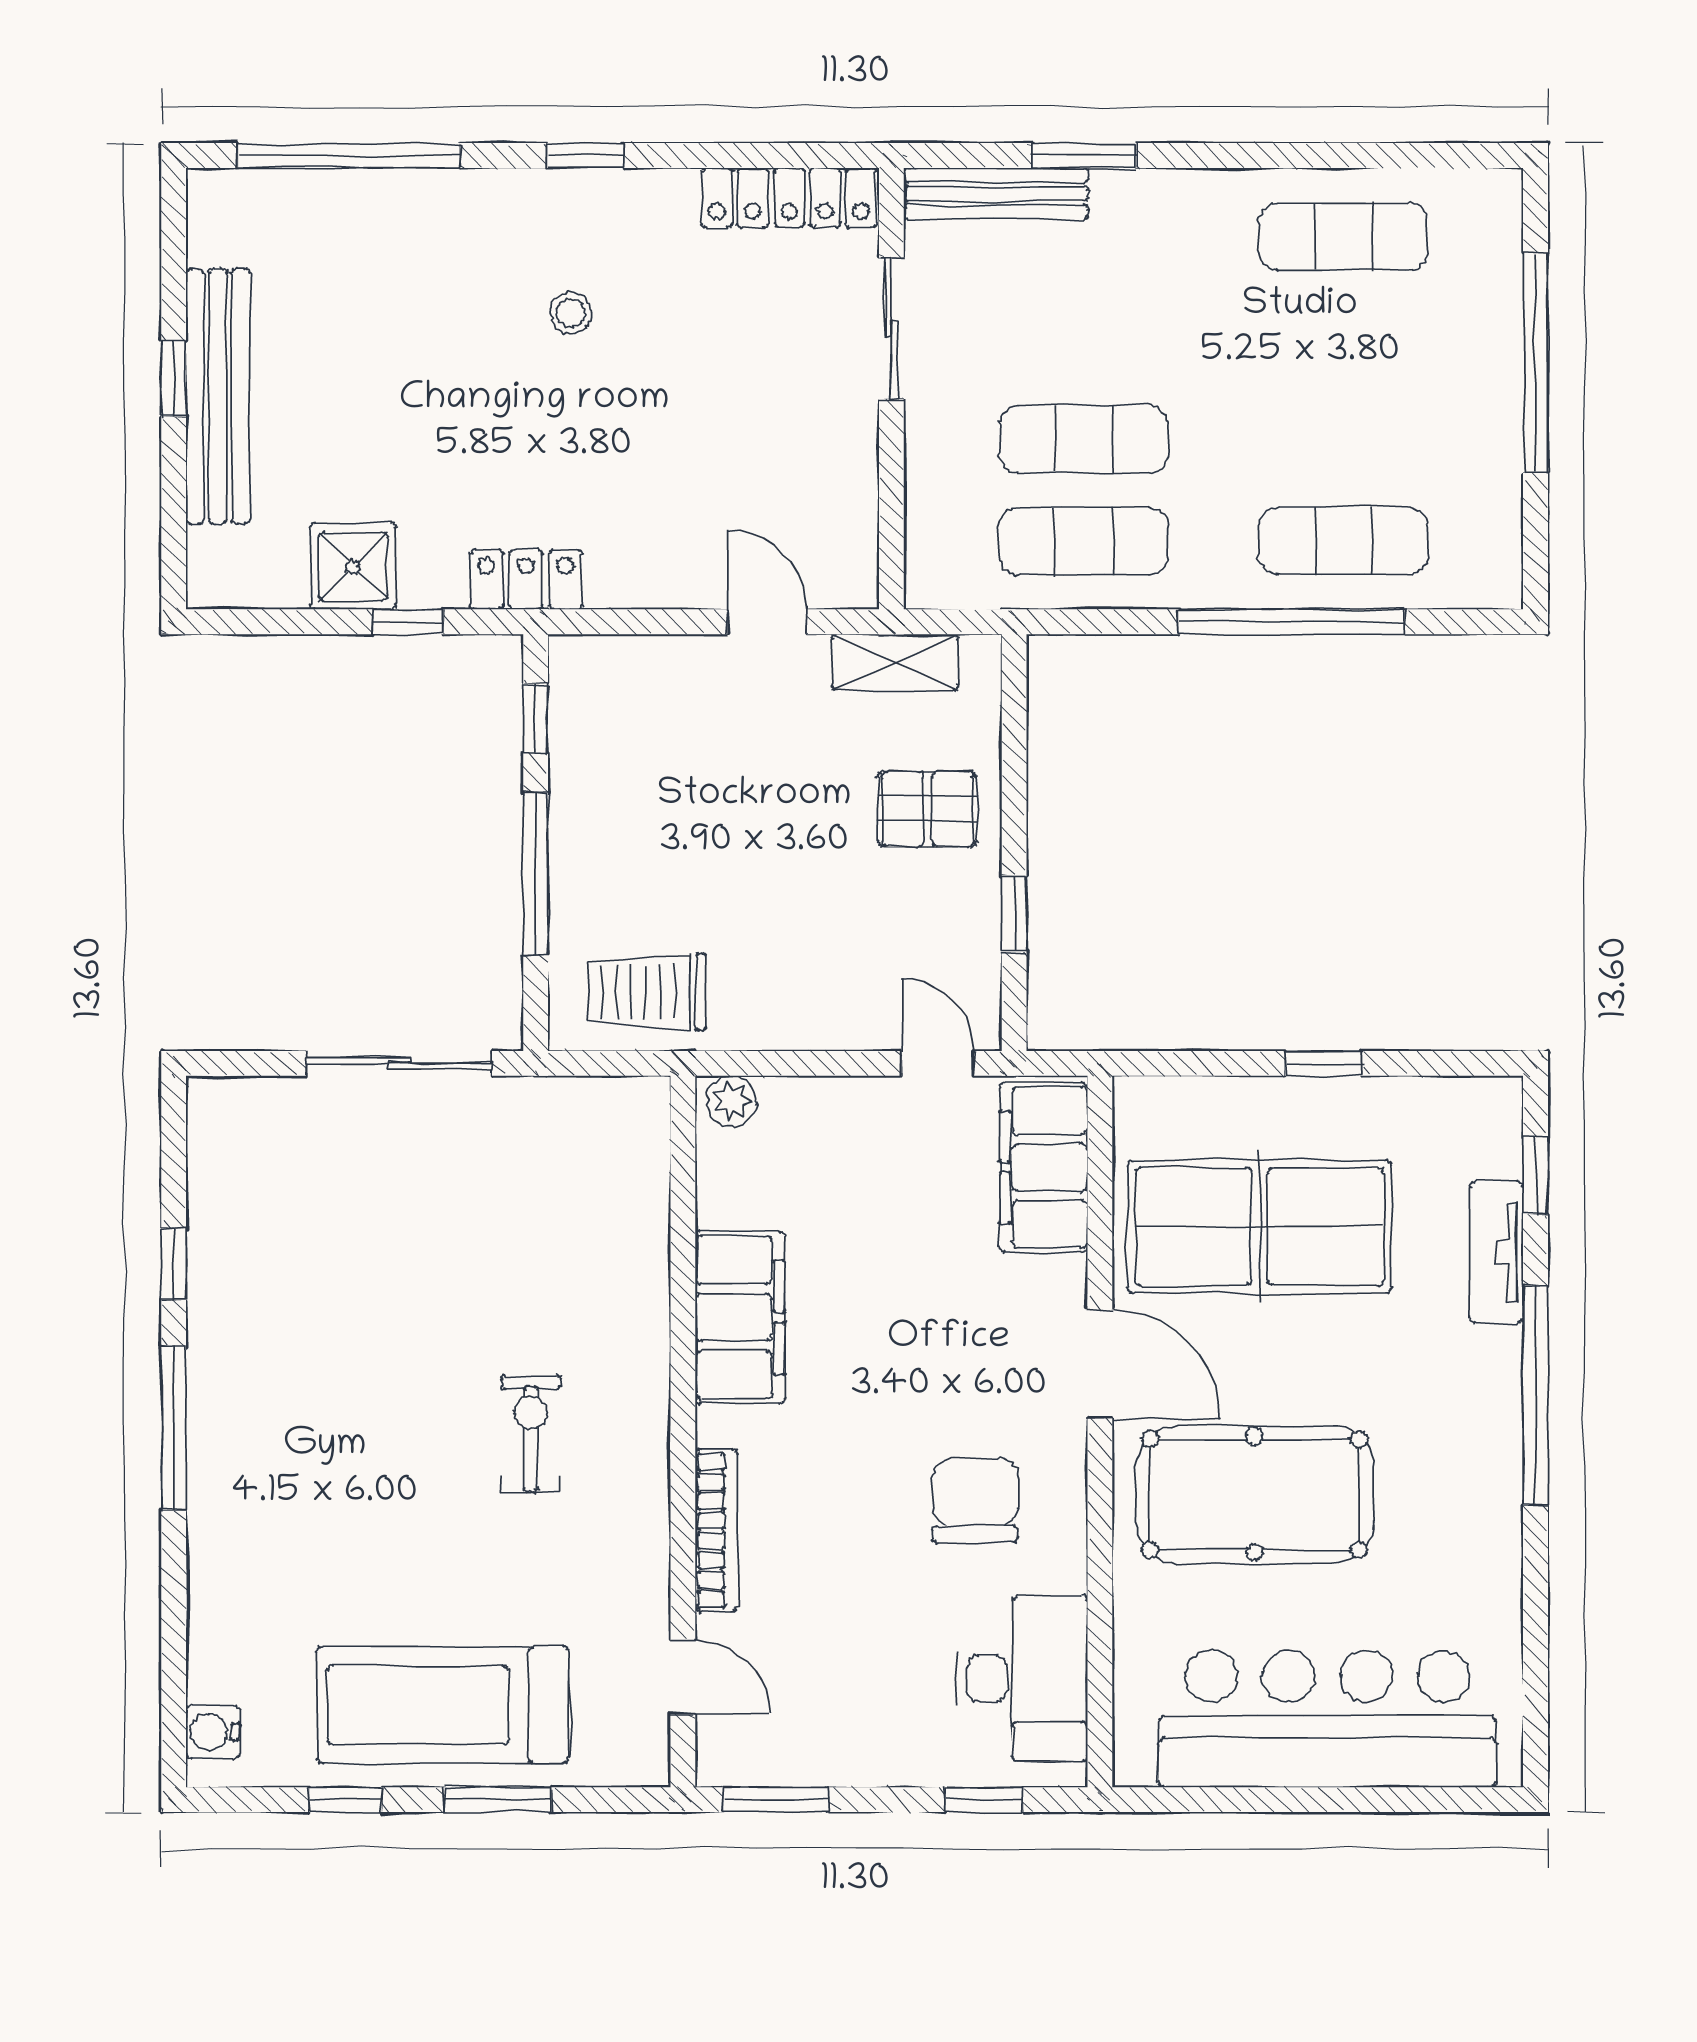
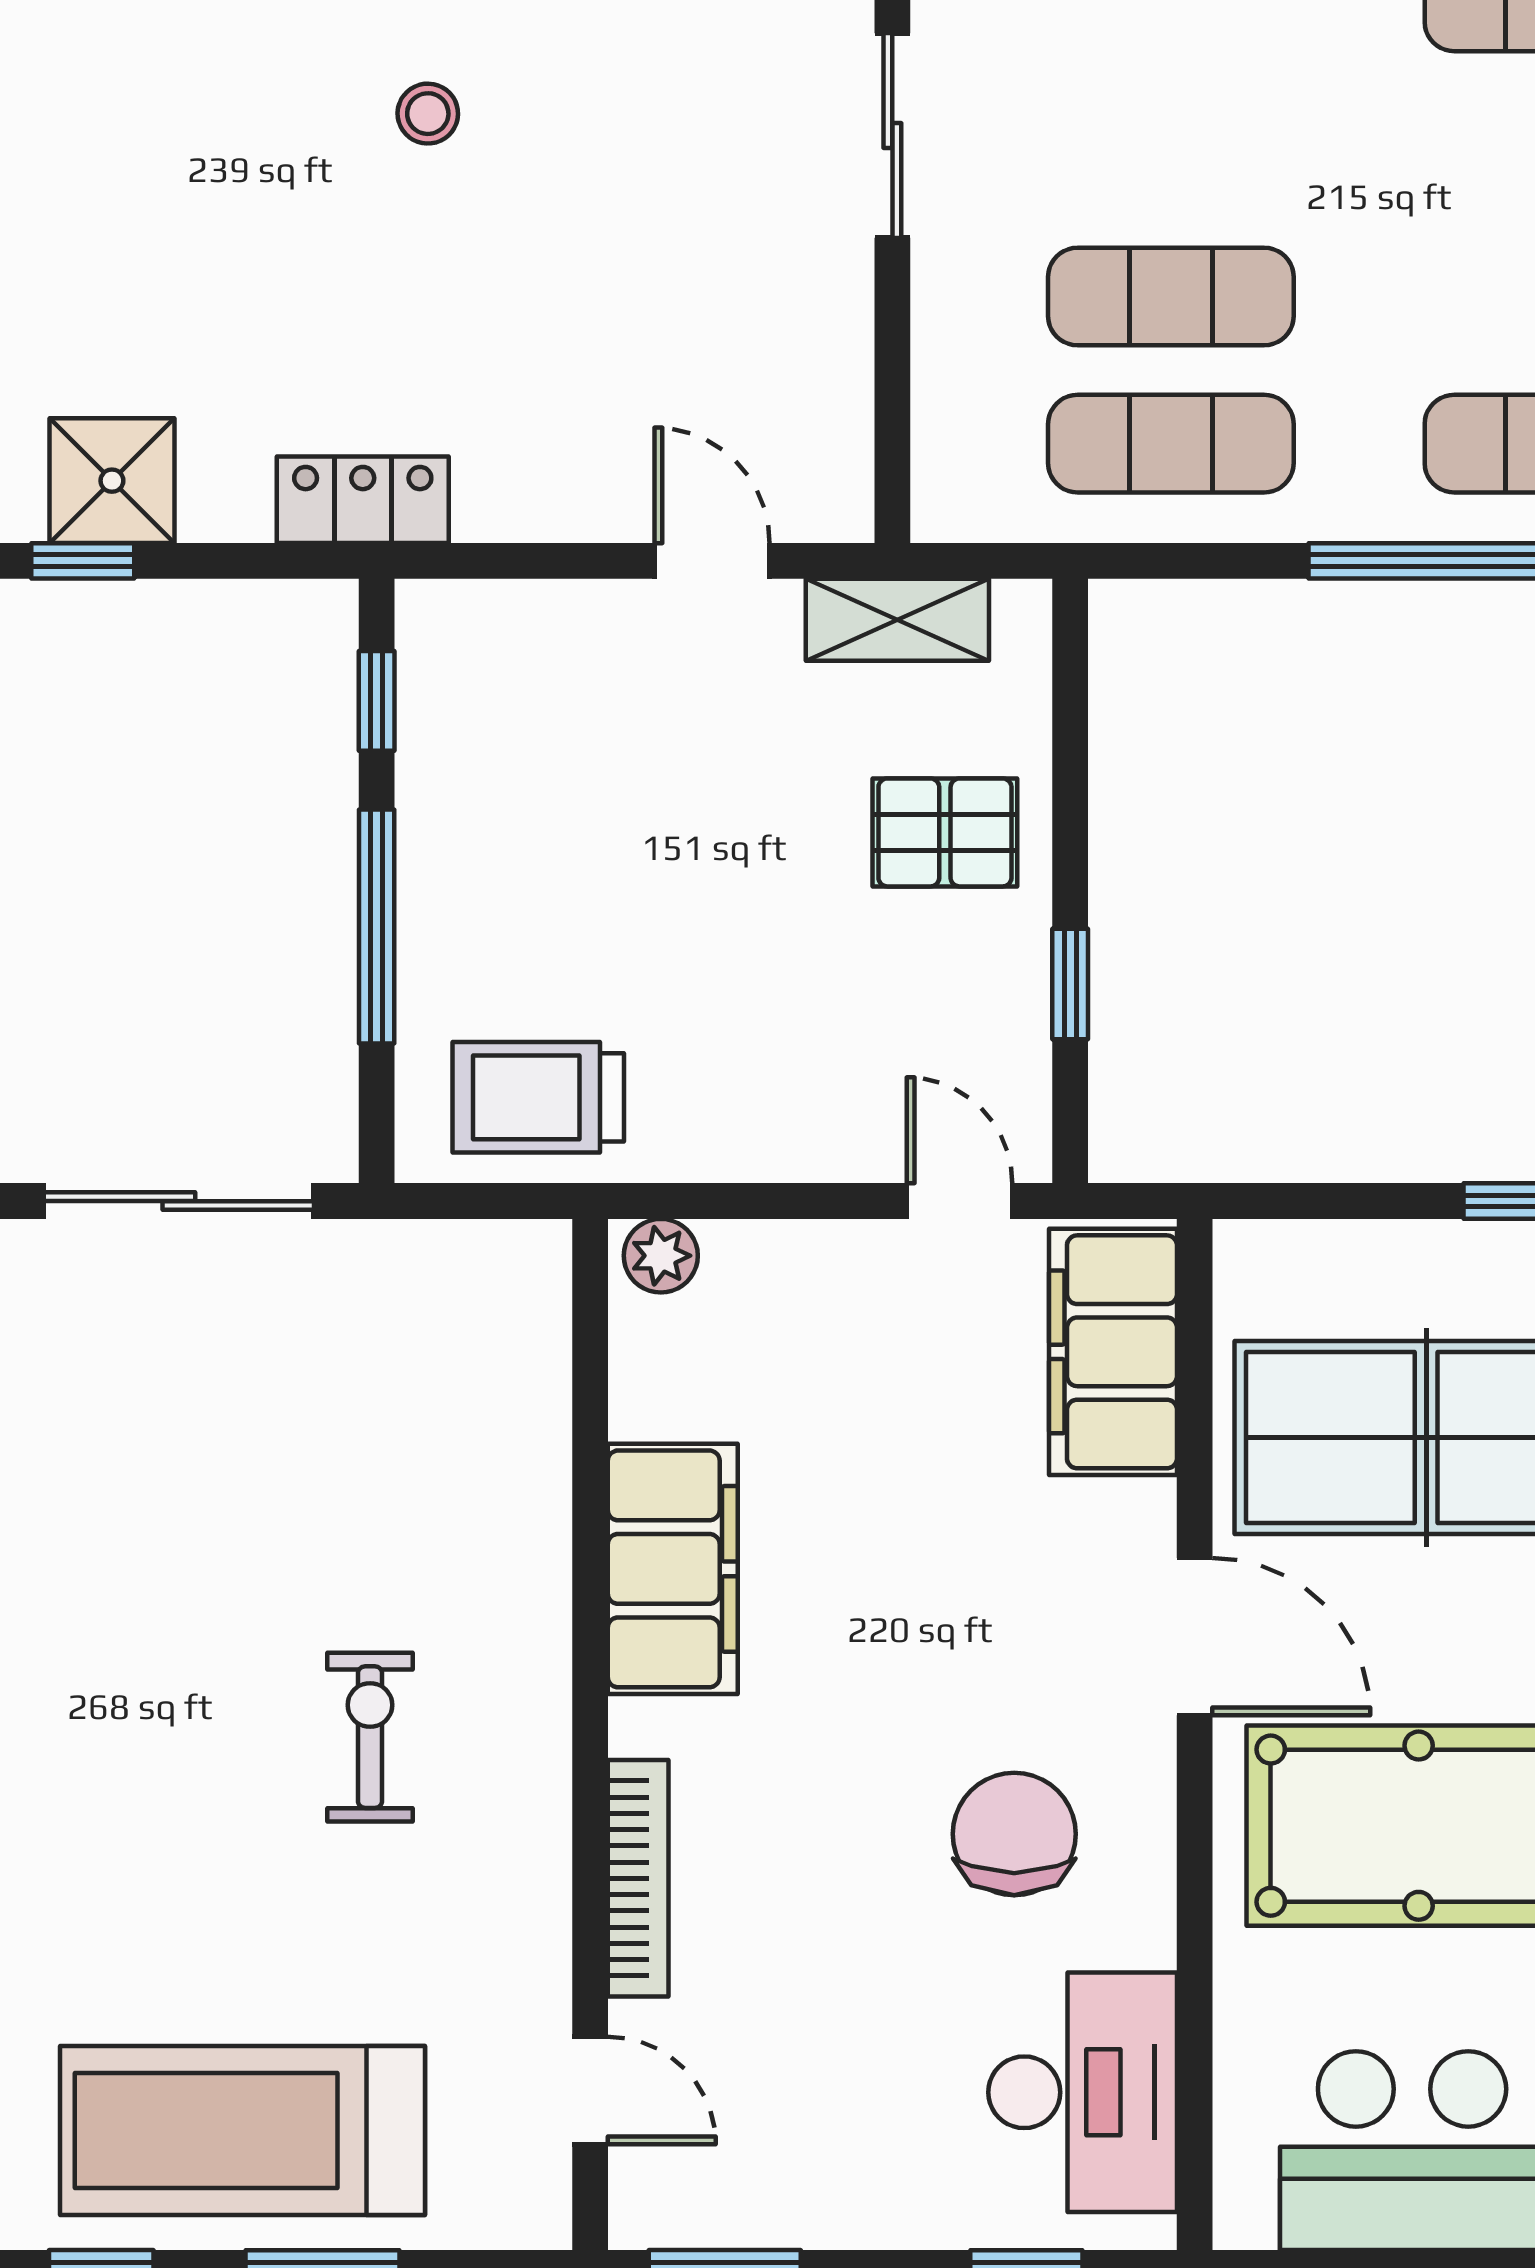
window: (408, 622) -> (83, 561), moved

